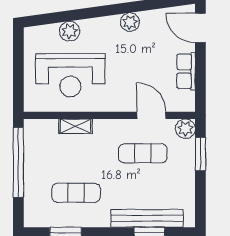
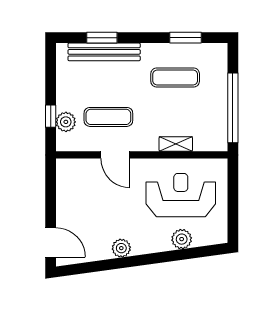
row of seats: (186, 71) -> (65, 199), removed
door: (151, 115) -> (115, 155), moved
plant: (185, 129) -> (66, 122), moved
window: (200, 154) -> (51, 116), width x0.67

